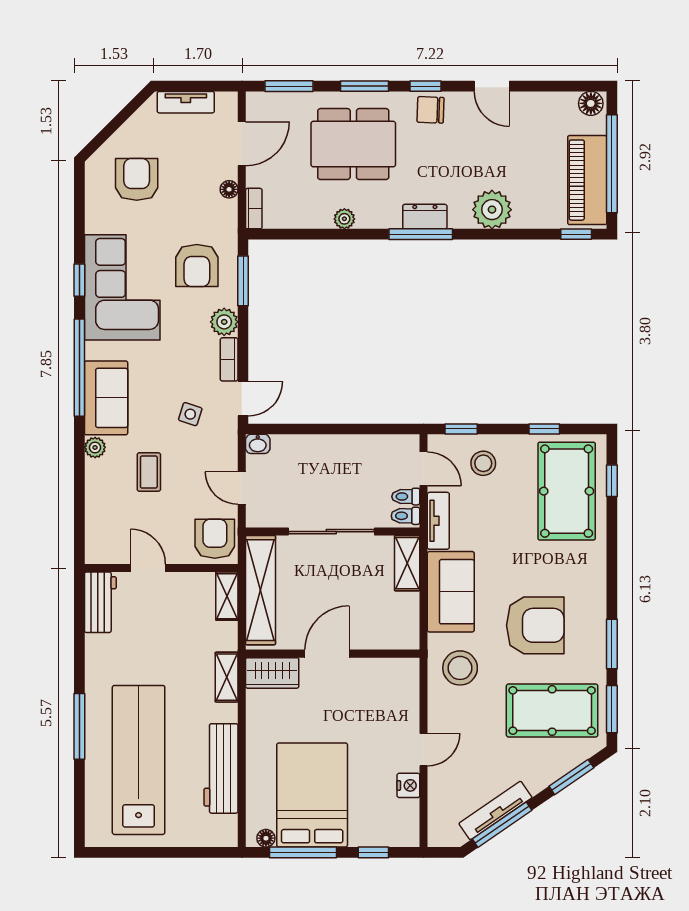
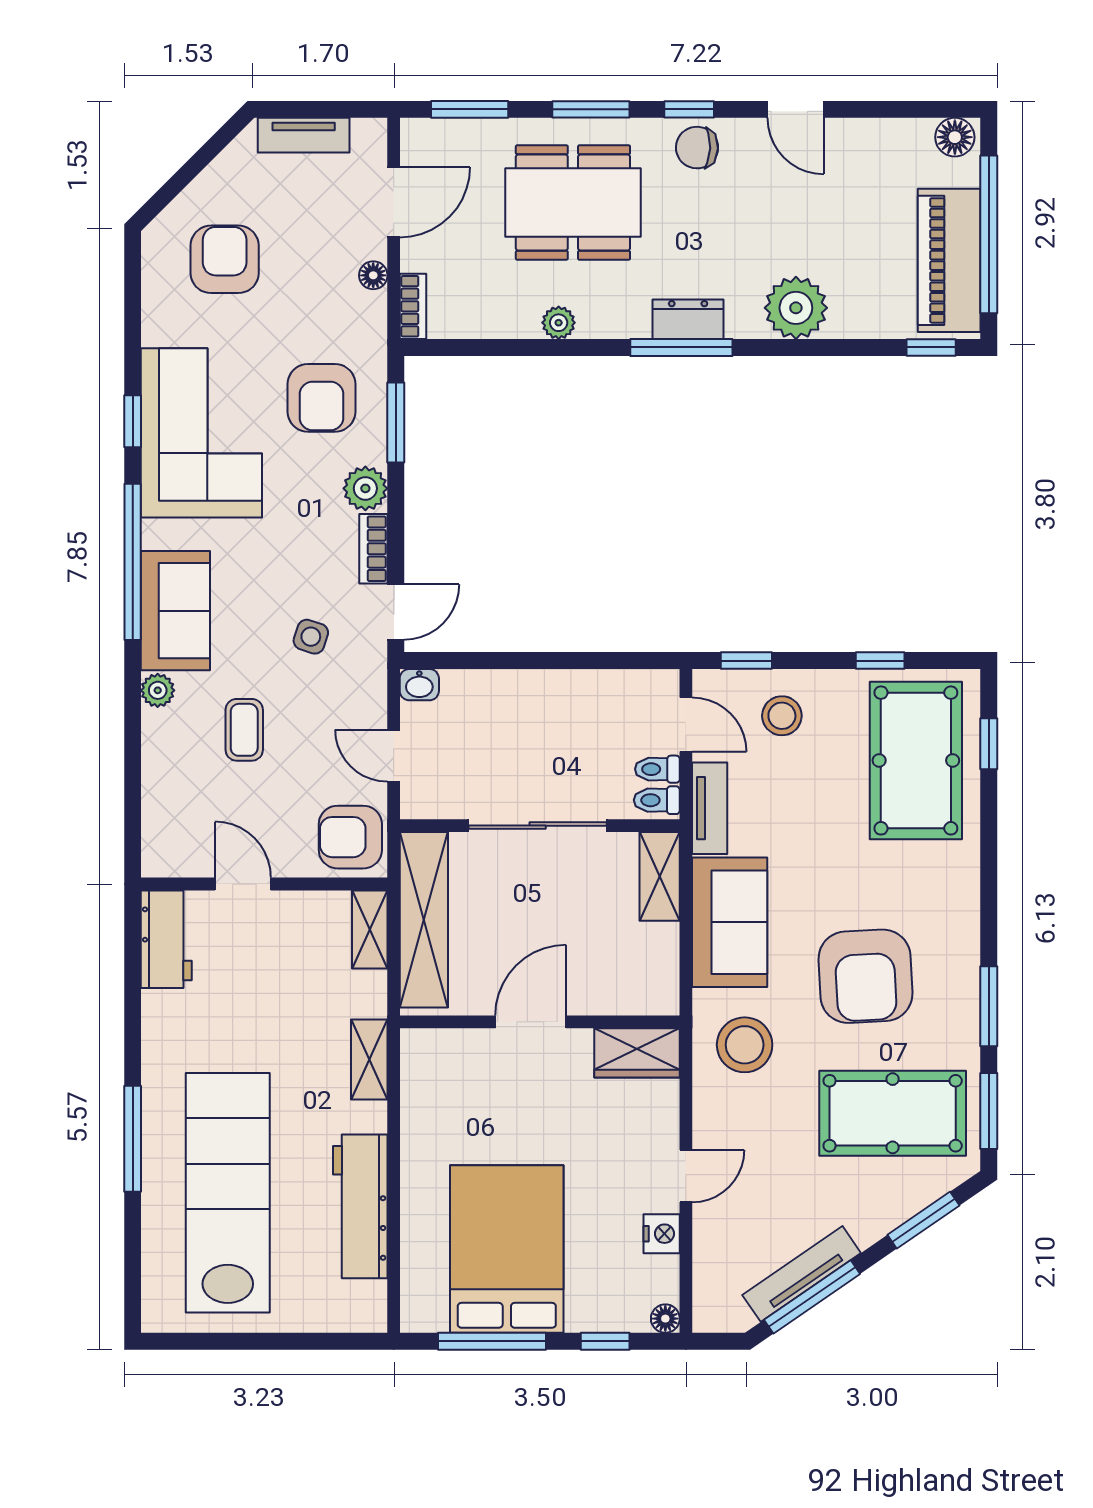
armchair: (215, 539) -> (350, 837), turned -90
armchair: (535, 625) -> (865, 976), turned 87
wardrobe: (272, 673) -> (637, 1053), moved
floor lamp: (266, 838) -> (665, 1319), moved

